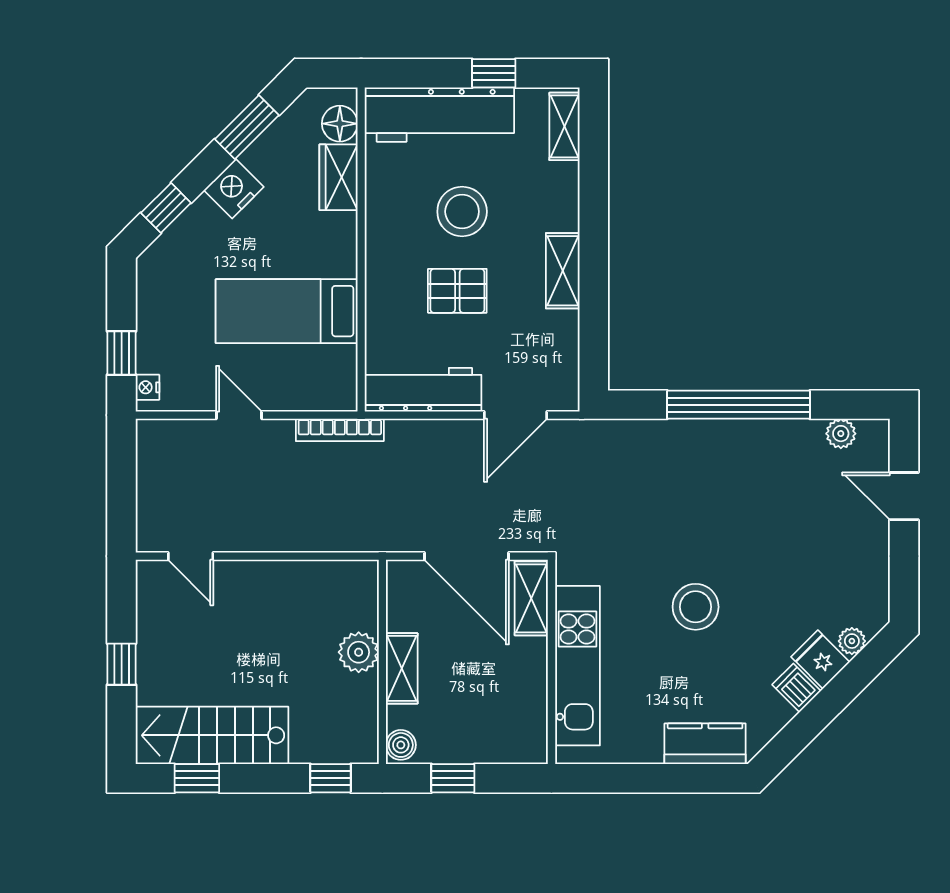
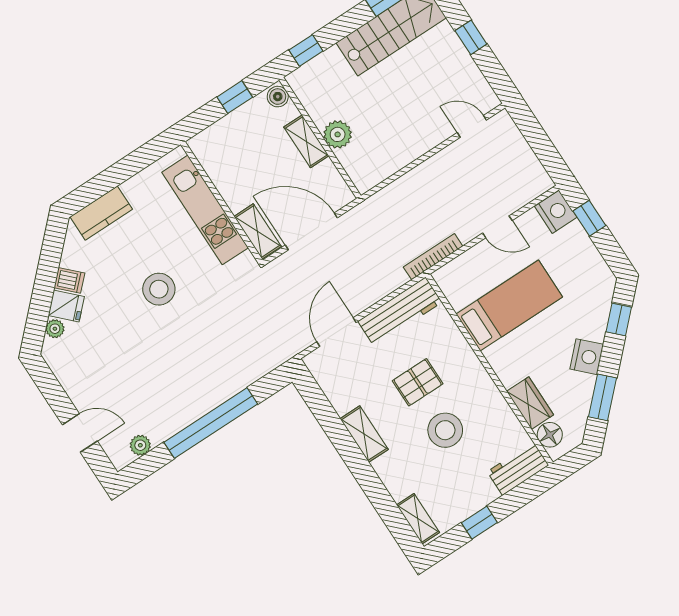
workbench: (439, 115) -> (518, 468), width x0.53, depth x0.76
nightstand: (147, 387) -> (556, 212), width x1.89, depth x1.79

